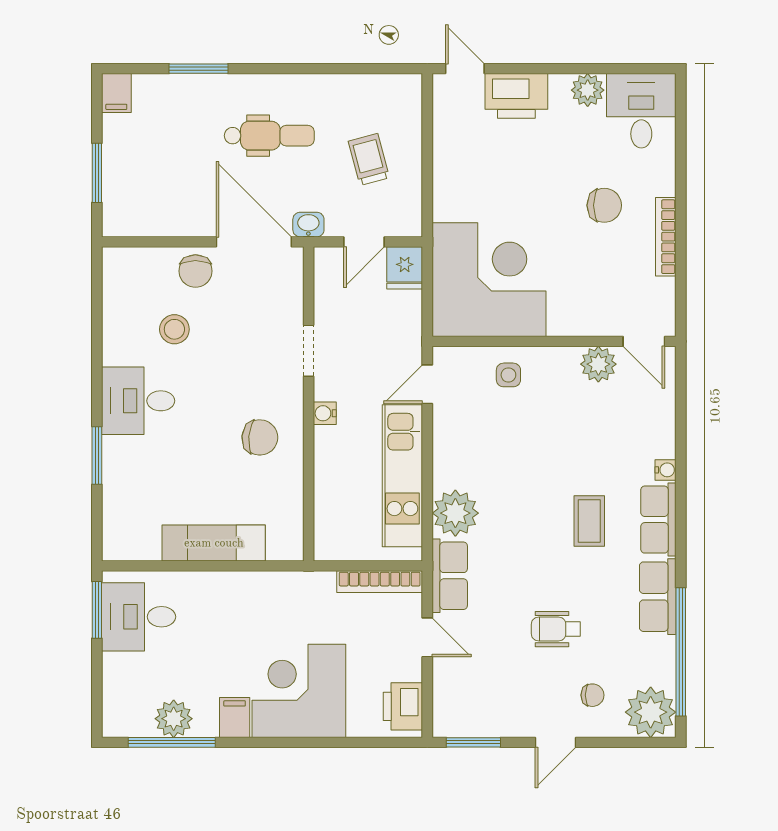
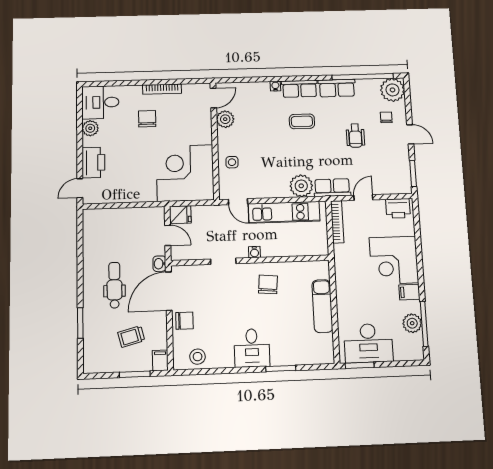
filing cabinet: (116, 93) -> (160, 360), moved, turned -90
trolley: (369, 159) -> (131, 336), moved
stool: (174, 329) -> (198, 357), moved
desk: (139, 617) -> (368, 343), width x1.37

